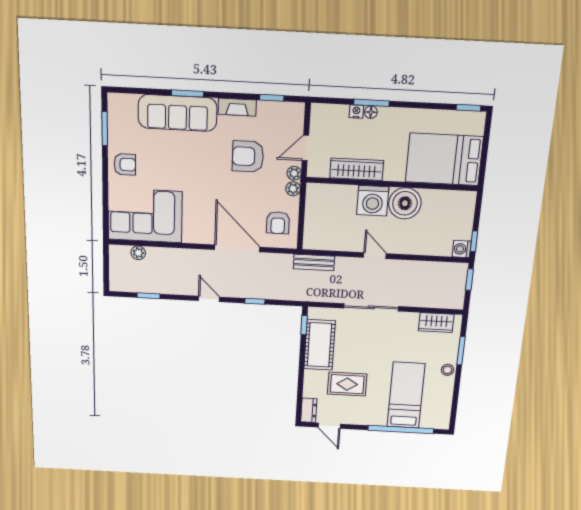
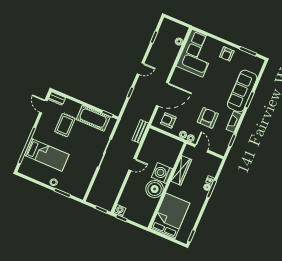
wardrobe: (436, 323) -> (83, 185), removed
door: (329, 426) -> (43, 107), hinge flipped

